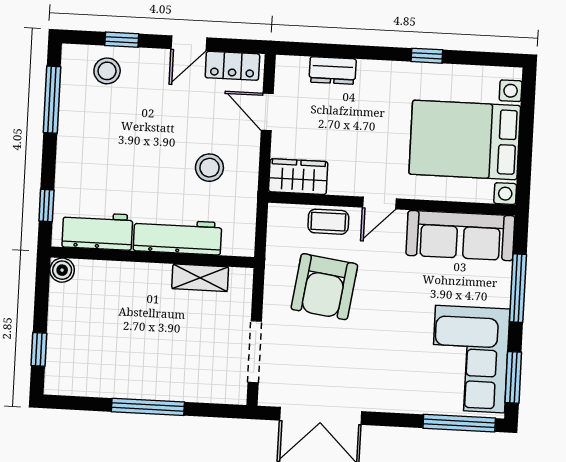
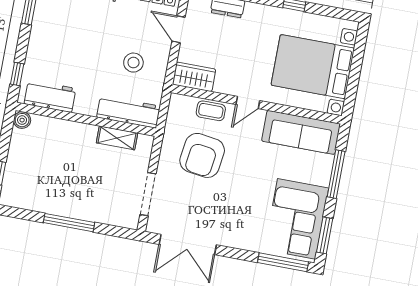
workbench: (177, 237) -> (128, 112), moved

